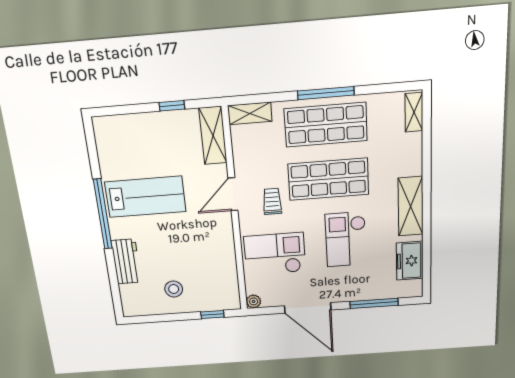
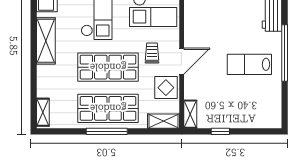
shelving: (213, 136) -> (190, 114), width x0.67, depth x0.75
display table: (250, 159) -> (166, 88), added
lab bench: (145, 197) -> (249, 64), width x0.73, depth x0.72
trolley: (272, 201) -> (152, 53), turned 180

